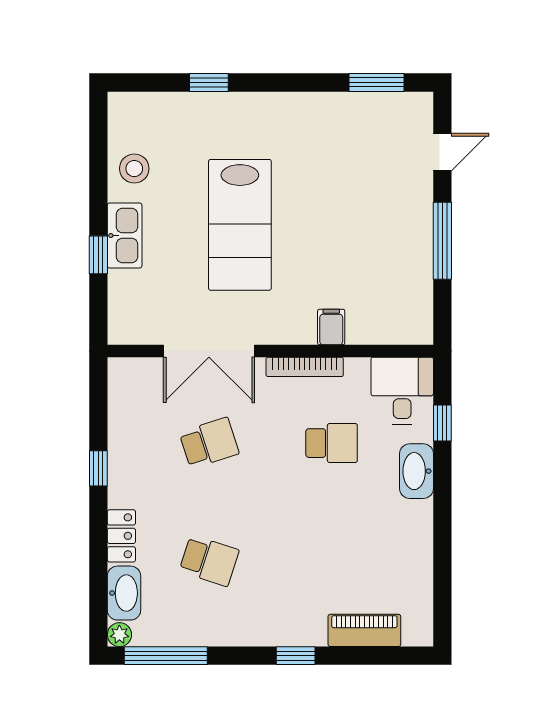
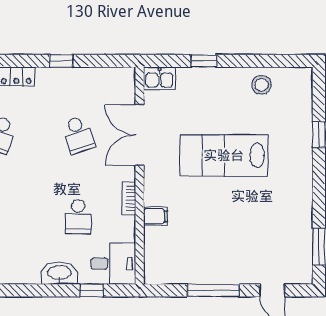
kitchen sink: (125, 236) -> (159, 78), moved, width x0.73
bookcase: (305, 367) -> (129, 199), width x0.64

